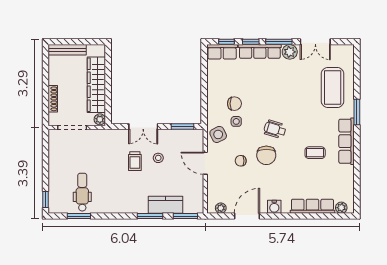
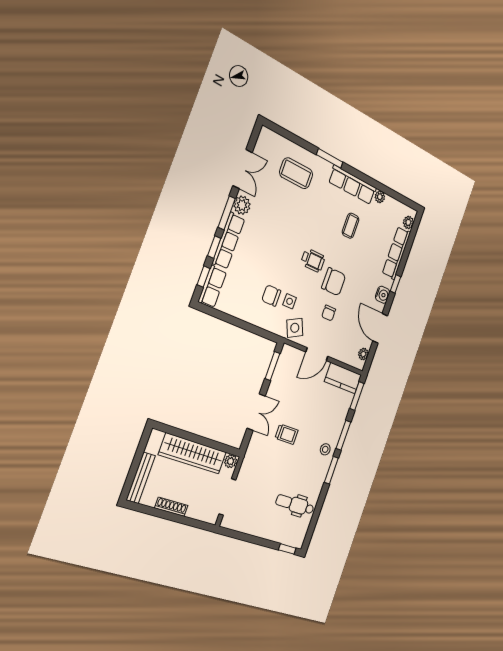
coffee table: (333, 87) -> (296, 173), width x0.73, depth x0.76
shoe rack: (53, 99) -> (171, 507), moved
chair: (234, 104) -> (271, 296), turned -90
wheelchair: (275, 129) -> (313, 260), turned -107
stool: (158, 158) -> (325, 449), moved
plant: (349, 171) -> (380, 197), added
kitchen counter: (165, 205) -> (343, 378), moved, turned -90
window: (79, 216) -> (331, 470), moved
window: (288, 216) -> (395, 284), added

